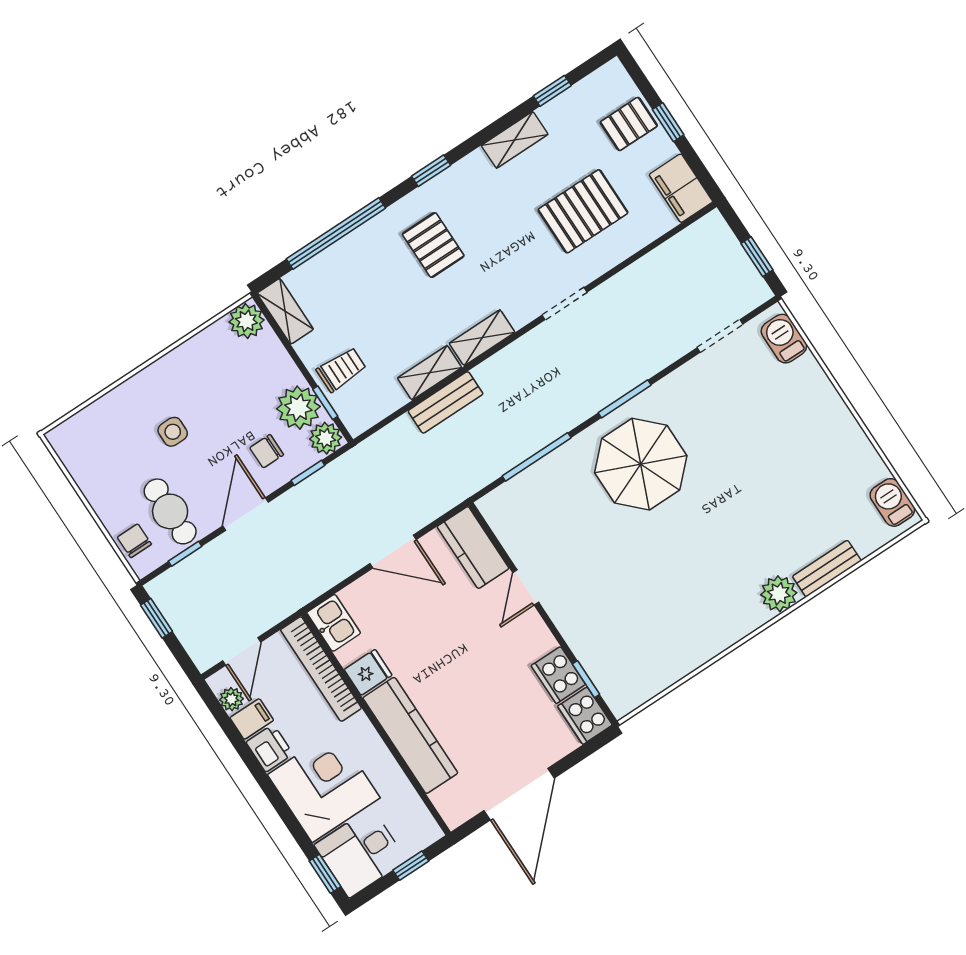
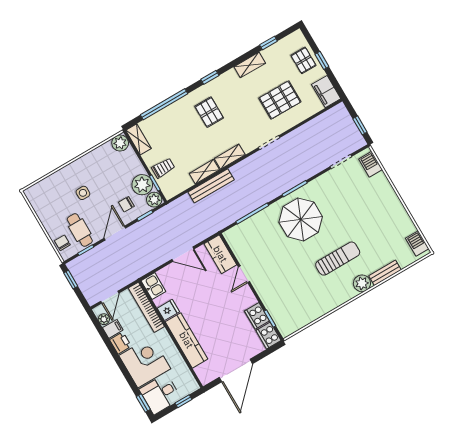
pallet: (629, 124) -> (303, 60), turned 90
bench: (446, 402) -> (211, 186), width x1.36
sun lounger: (724, 543) -> (338, 259), added

